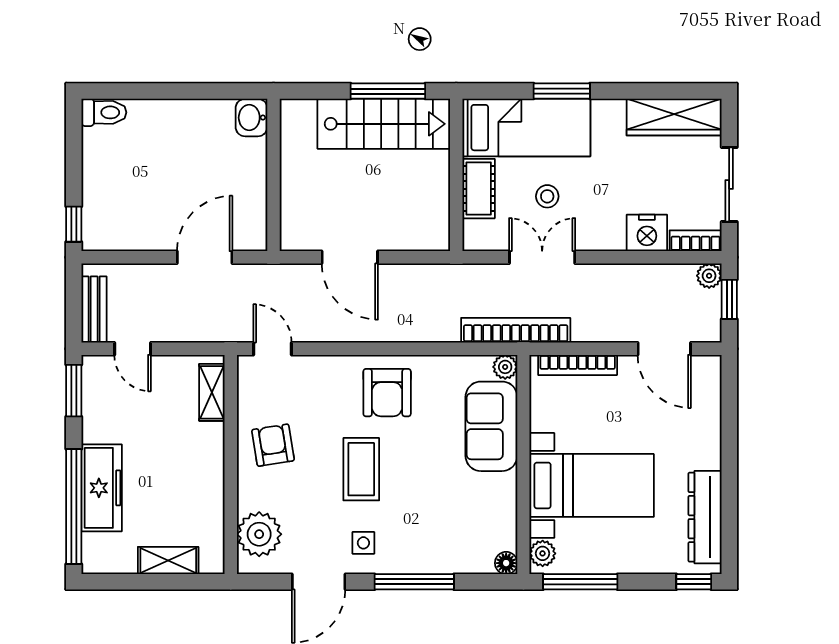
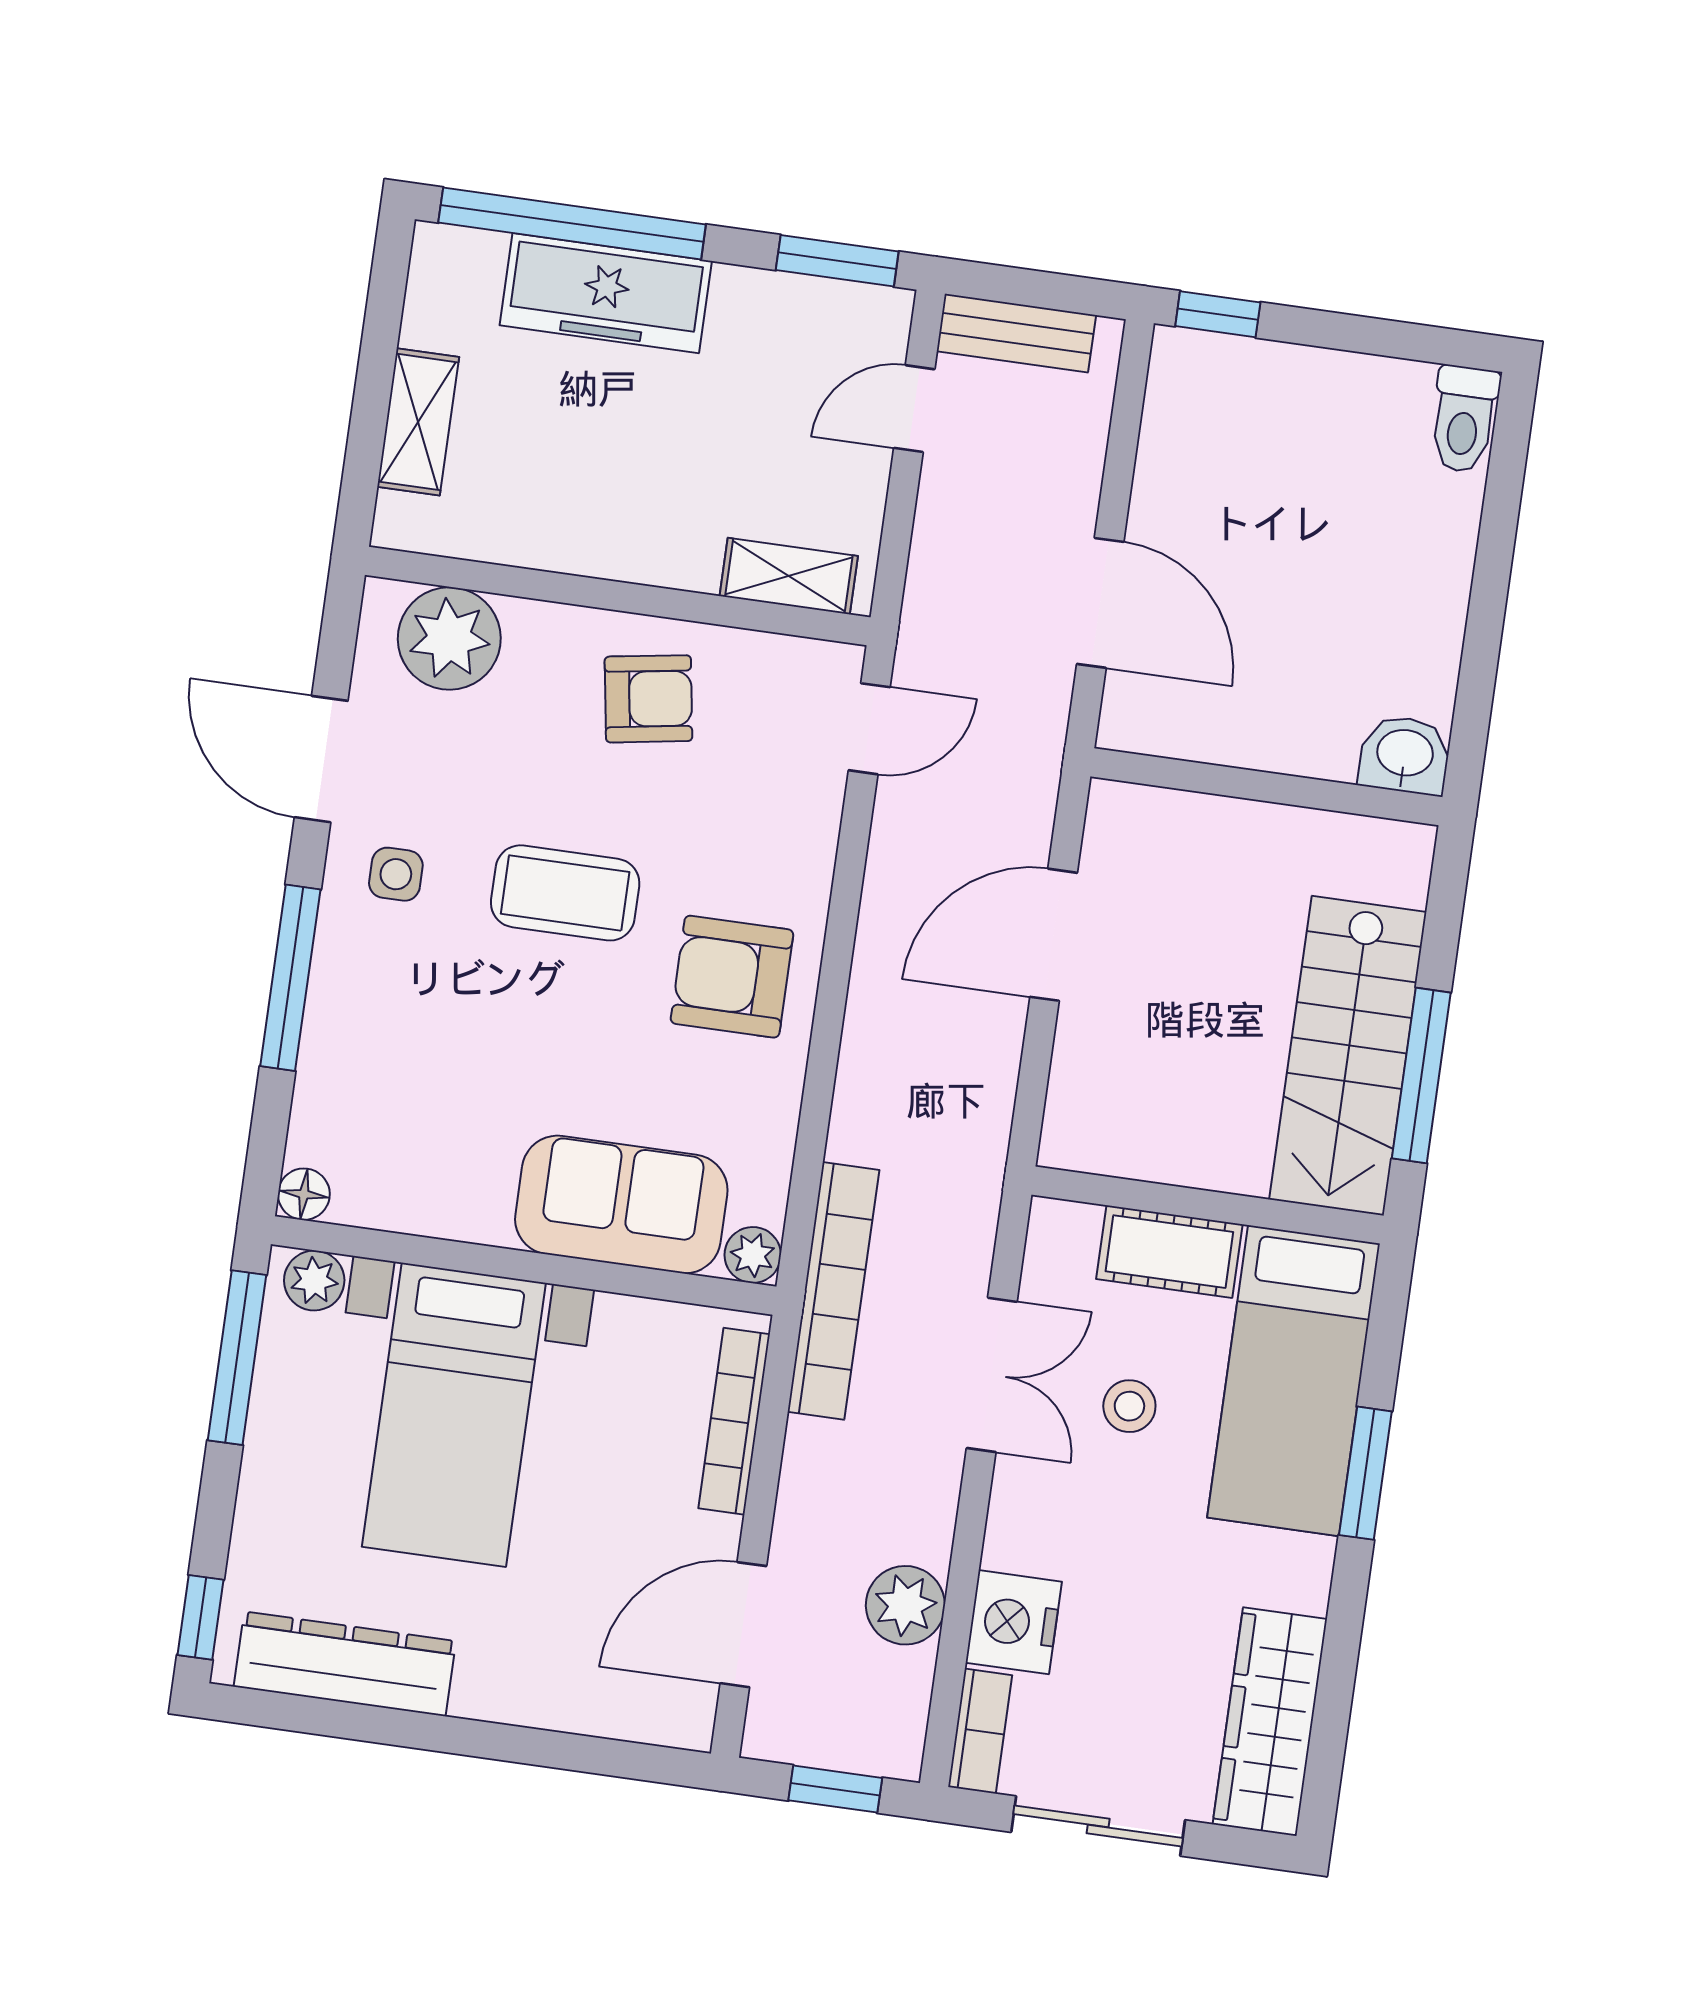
plant: (709, 276) -> (905, 1605), moved, width x1.38, depth x1.38

